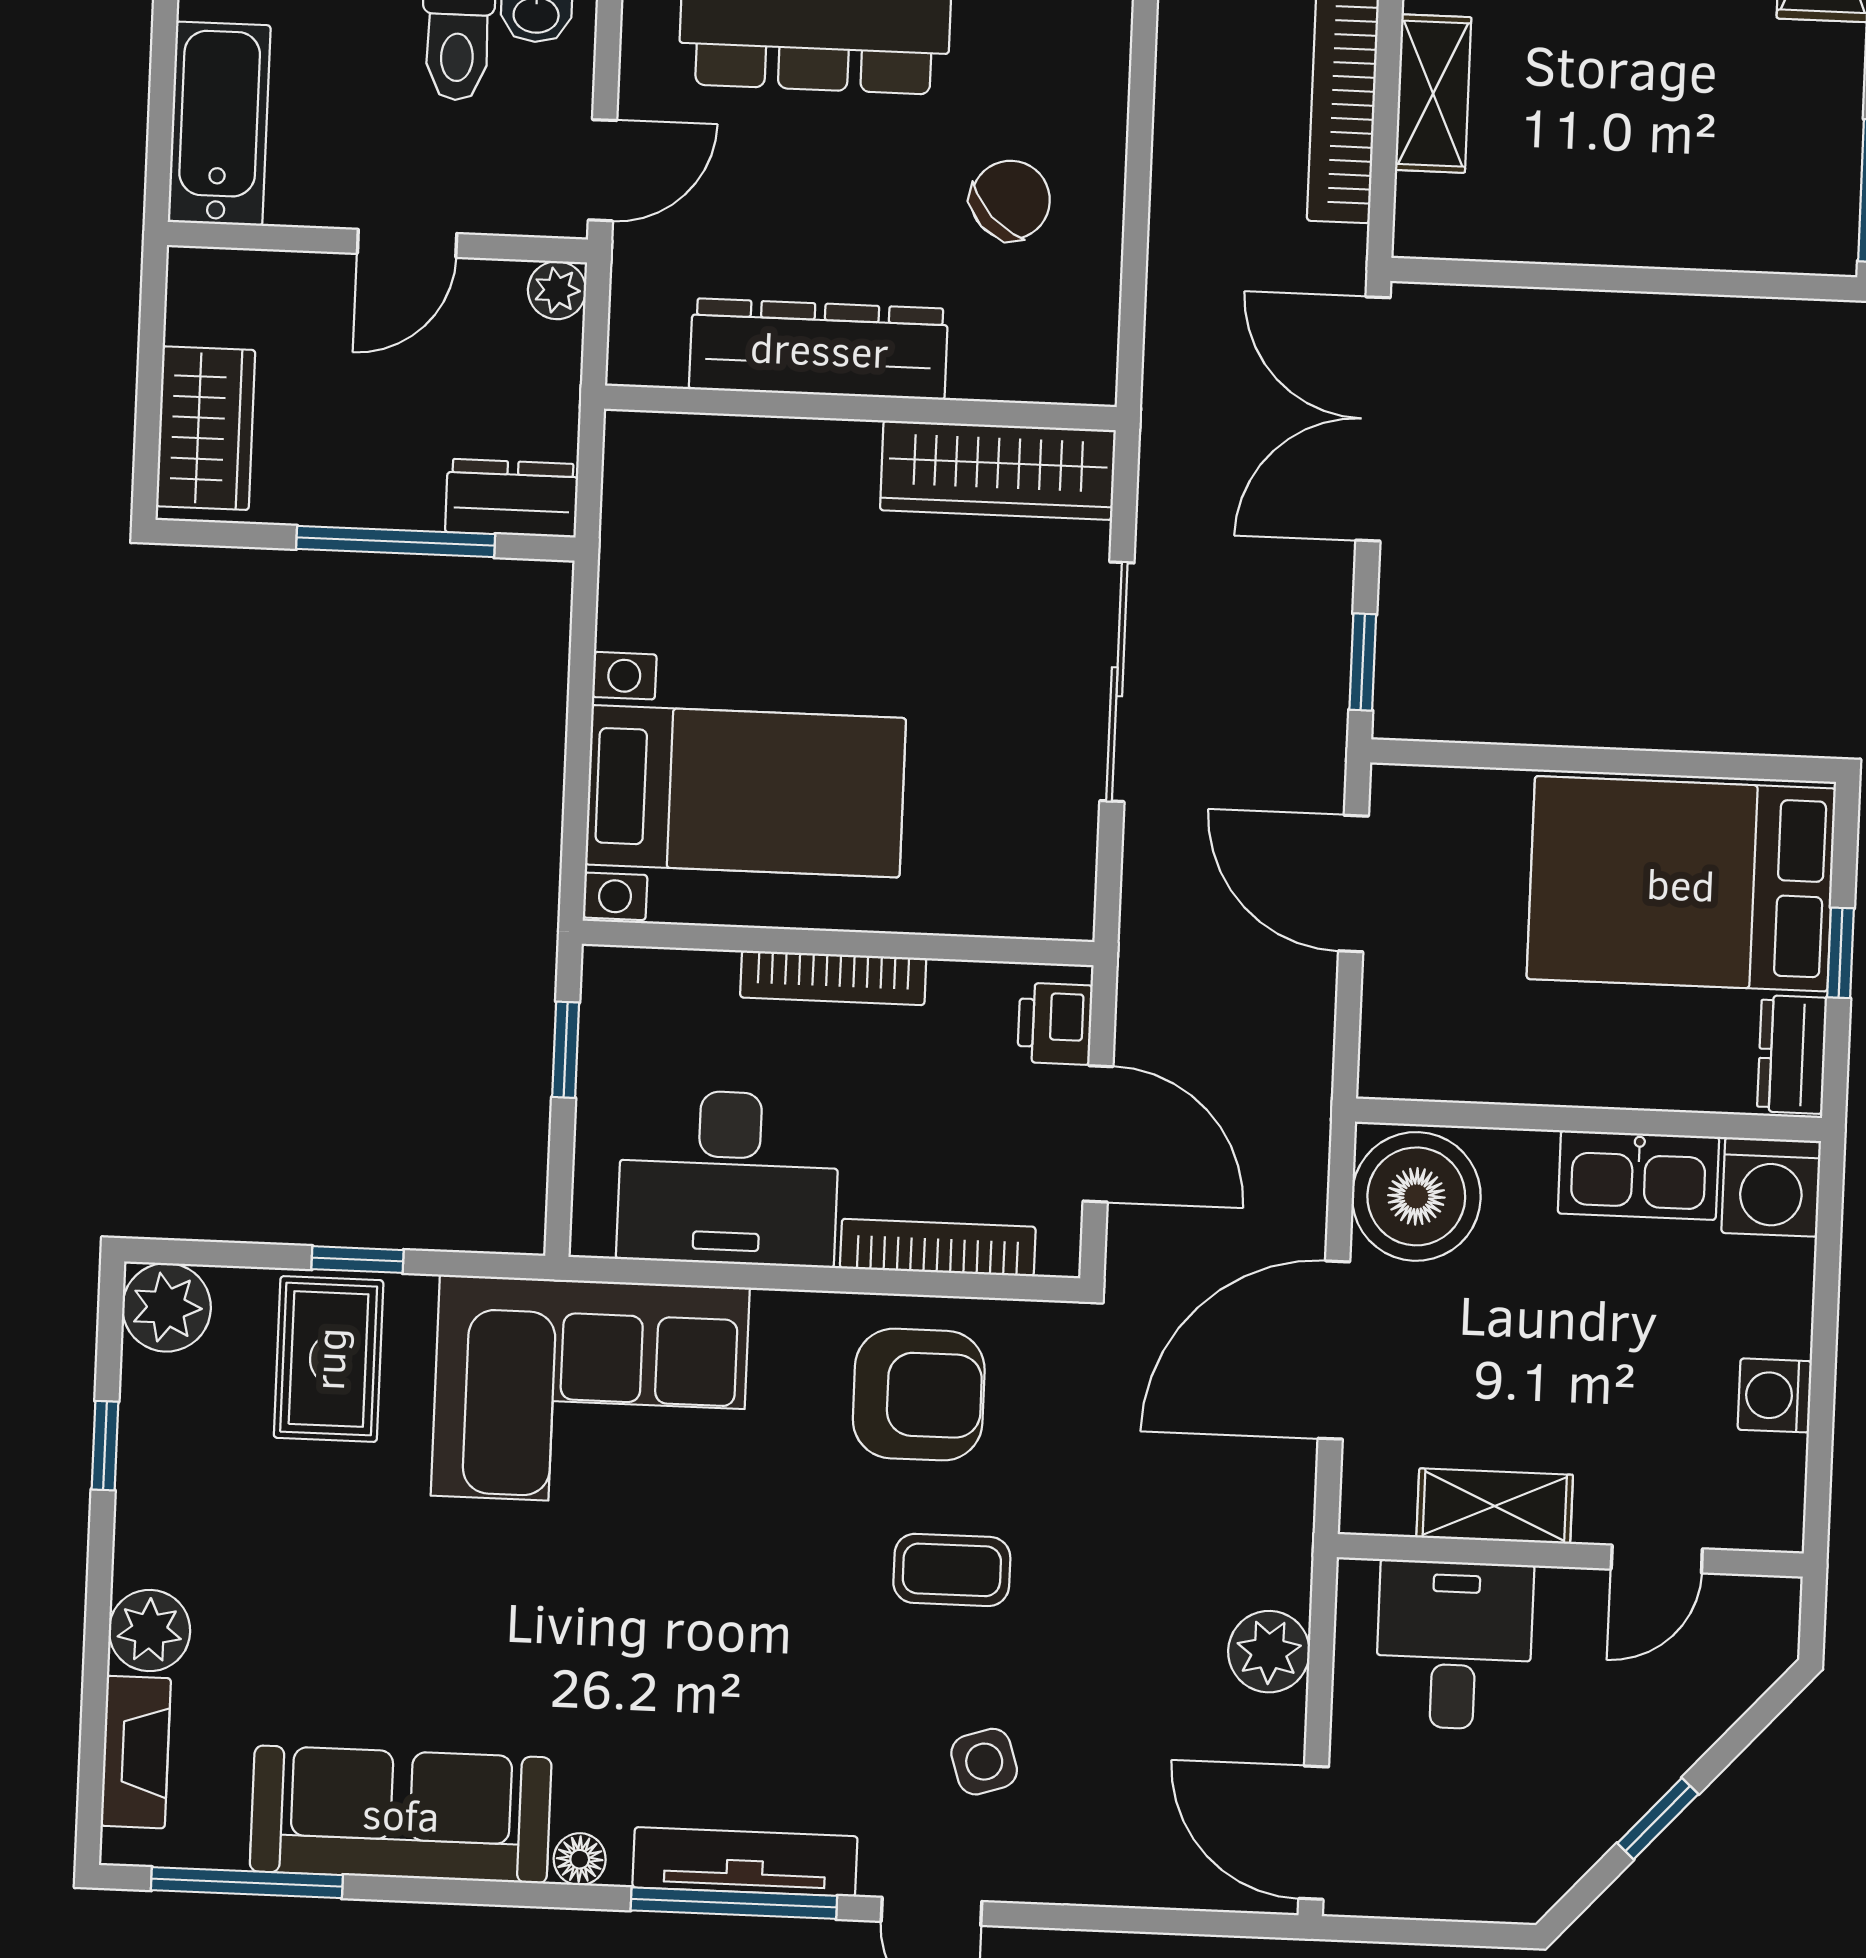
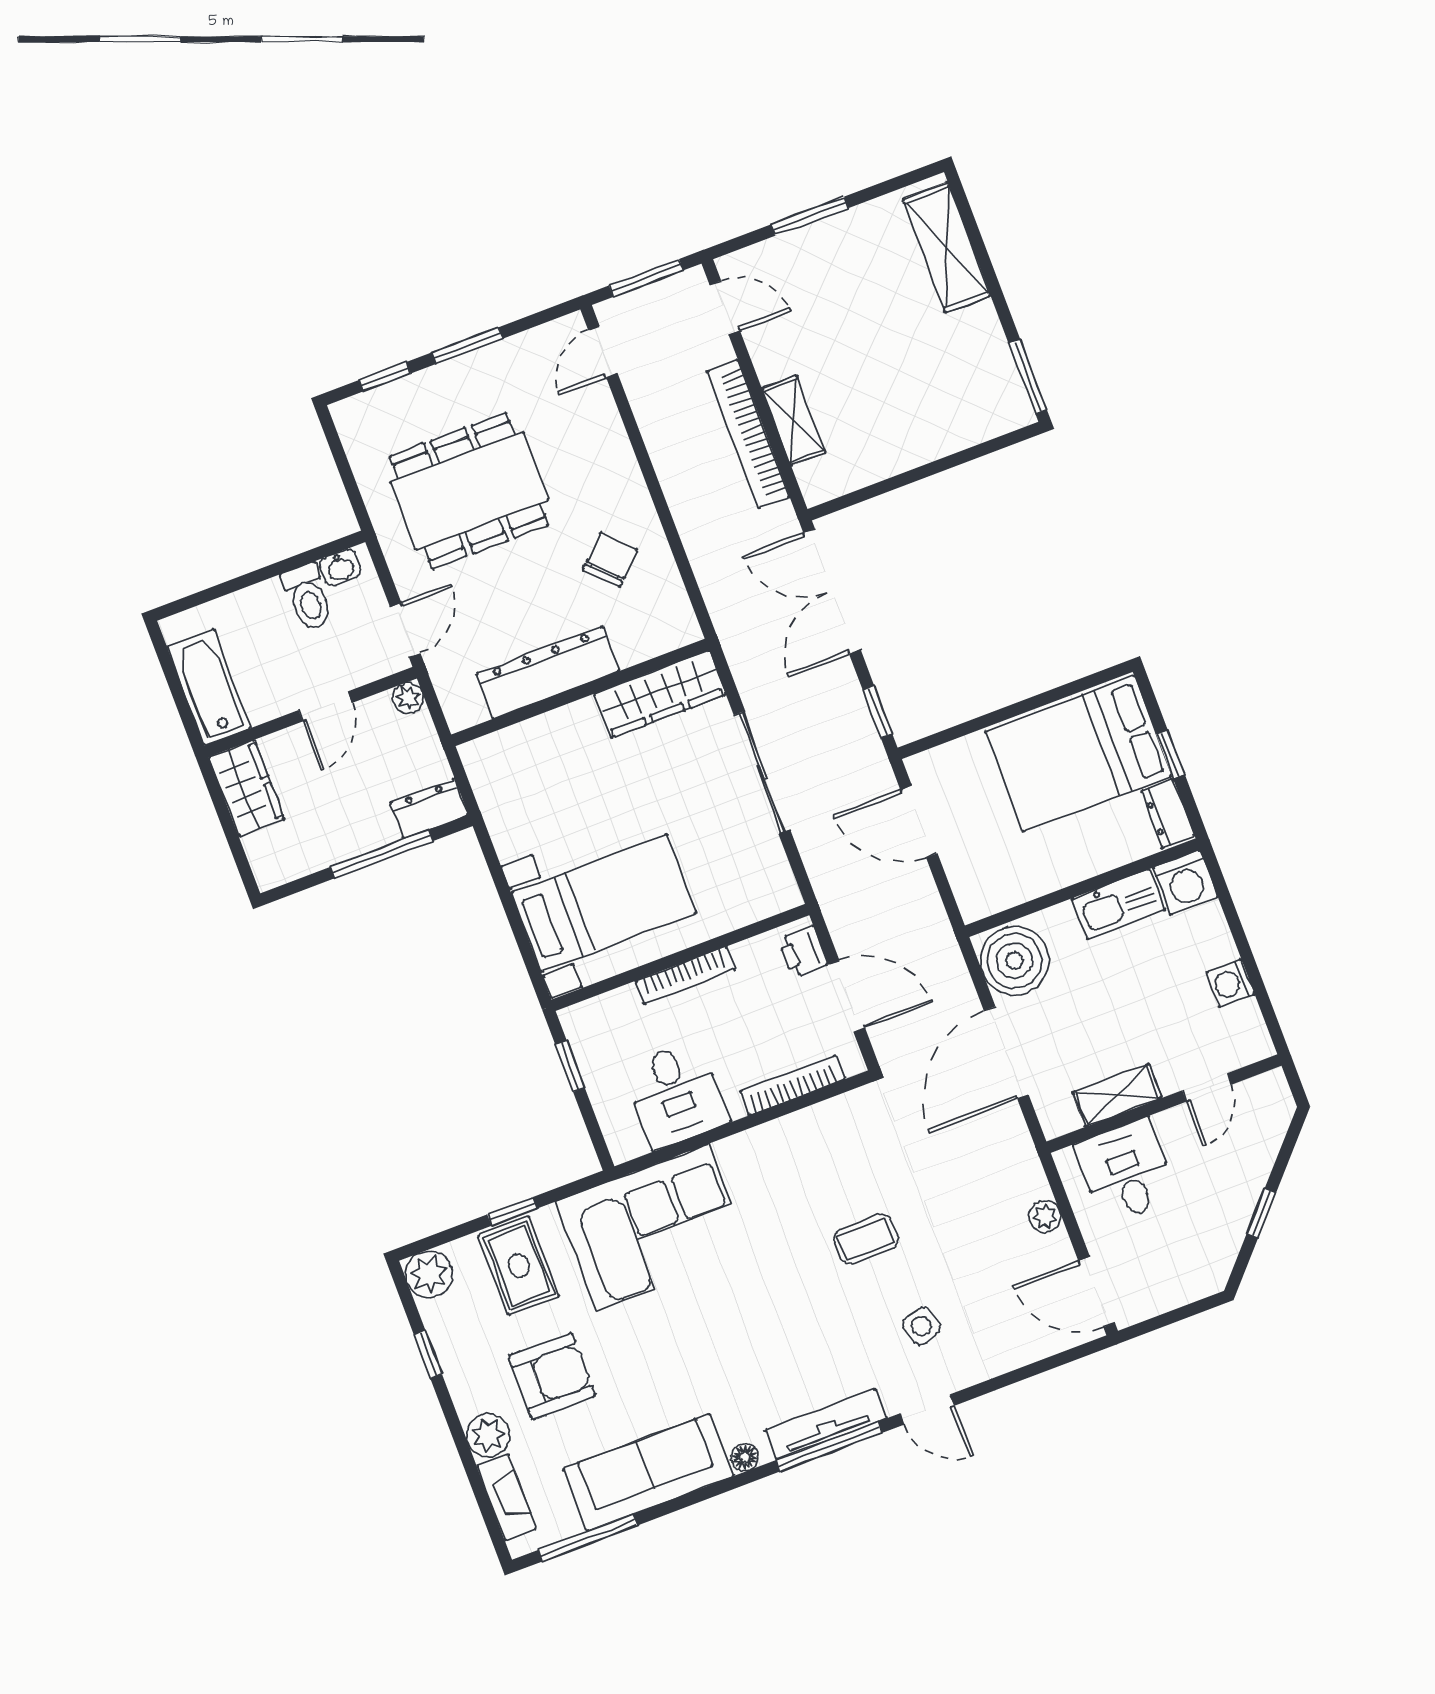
wardrobe: (206, 428) -> (247, 788), moved
desk: (728, 1178) -> (676, 1095), width x0.73
armchair: (919, 1395) -> (552, 1376), moved
plant: (1269, 1652) -> (1045, 1216), width x0.73, depth x0.73

